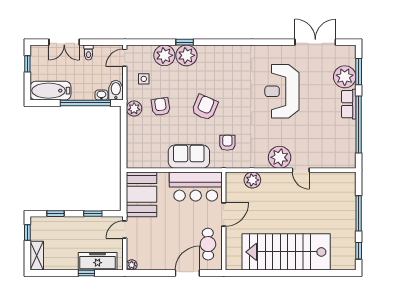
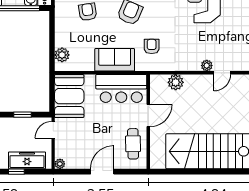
plant: (134, 108) -> (62, 55), moved
plant: (280, 157) -> (207, 66), width x0.53, depth x0.53
door: (301, 170) -> (222, 73), hinge flipped
door: (187, 273) -> (102, 172), moved

